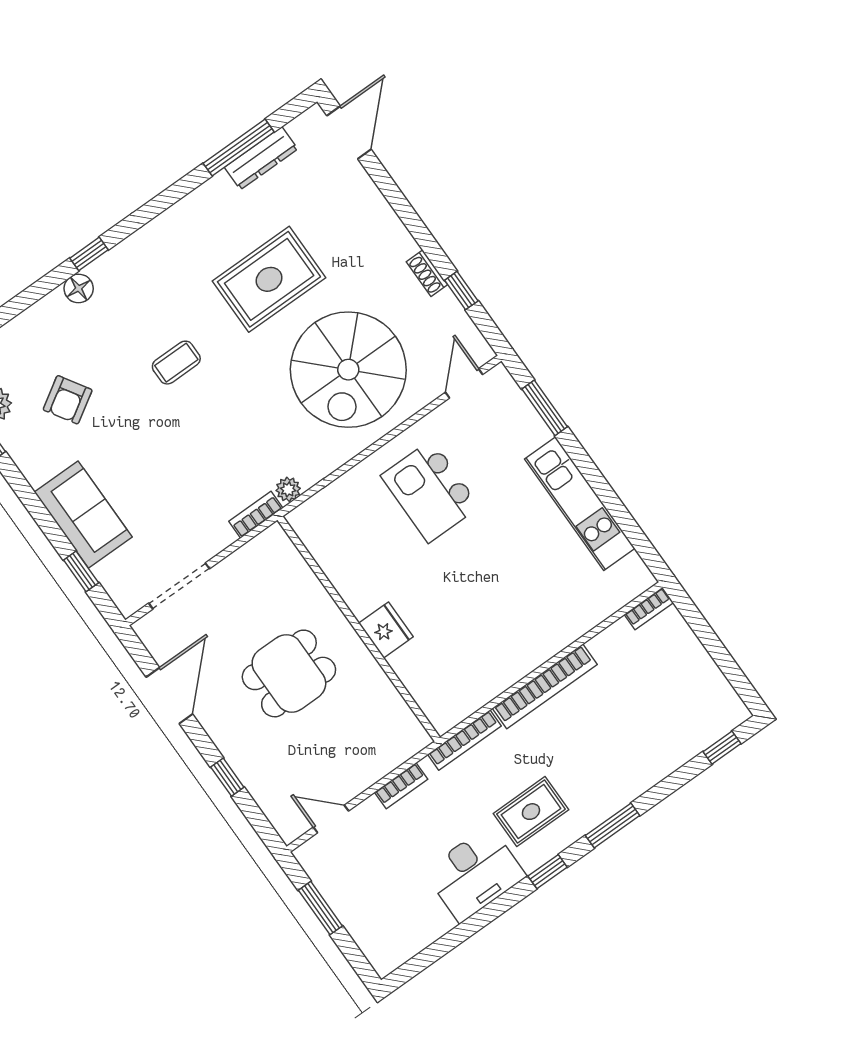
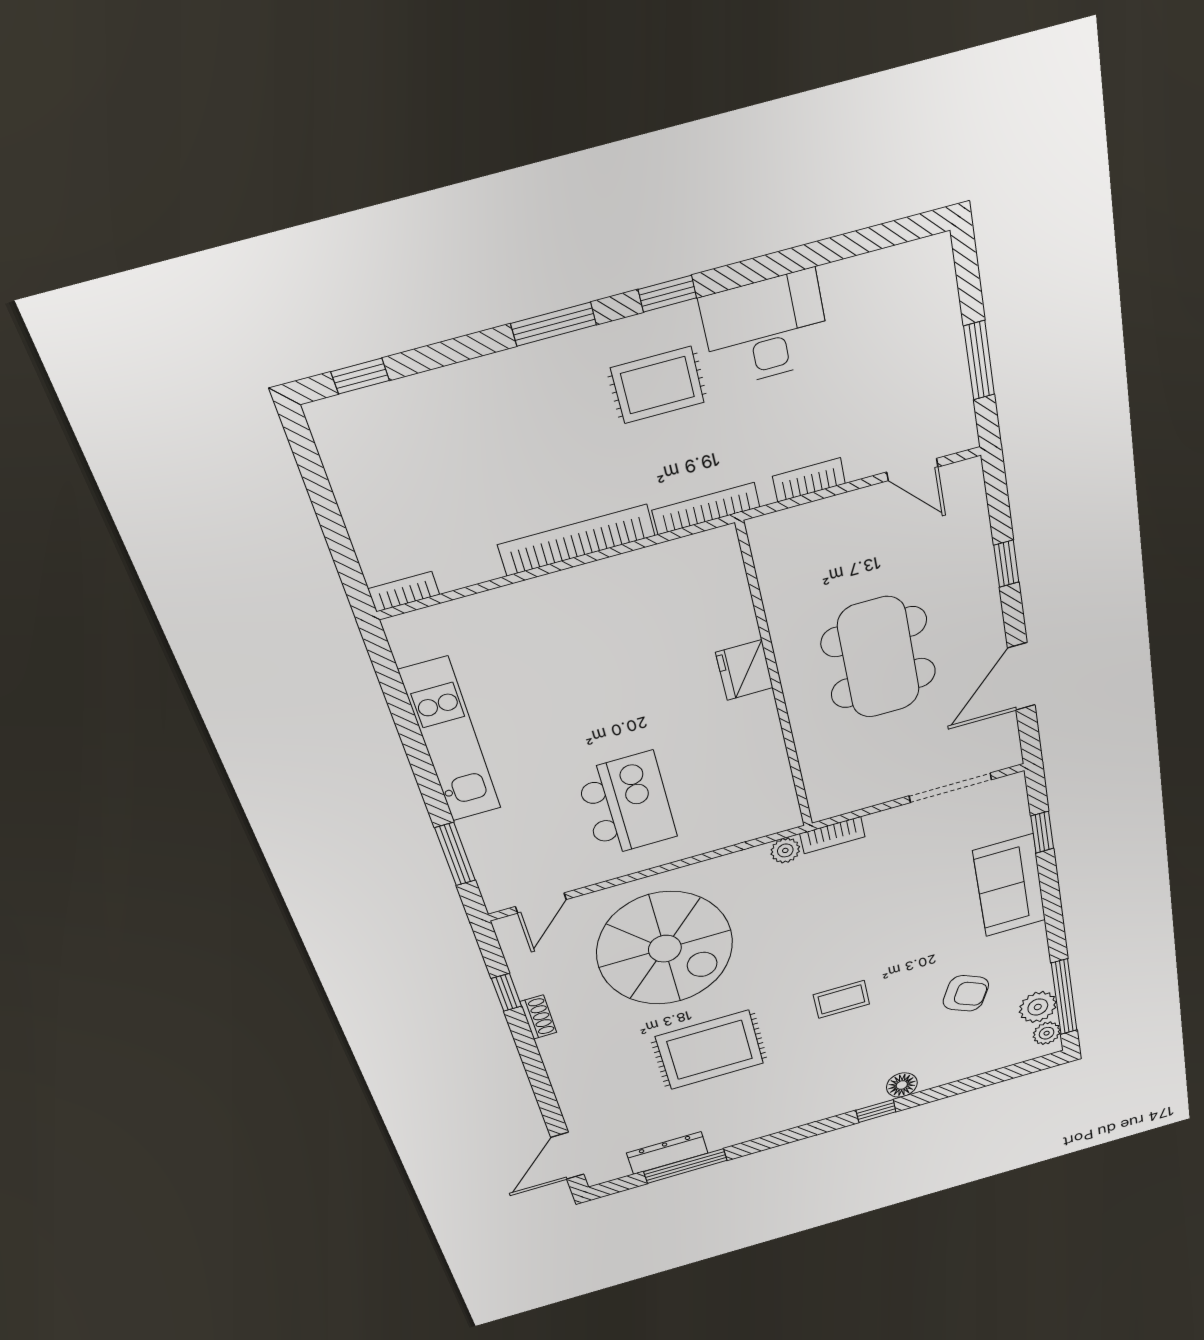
spiral stairs: (348, 370) -> (665, 949), turned 90
armchair: (68, 400) -> (966, 993), turned 58
dining table: (289, 673) -> (879, 658), width x1.38

